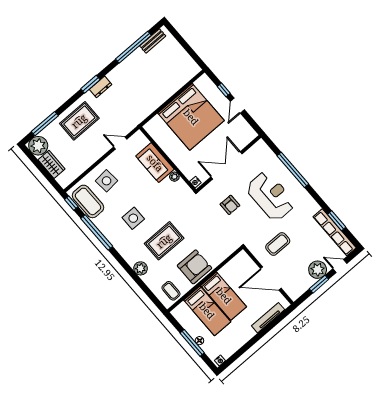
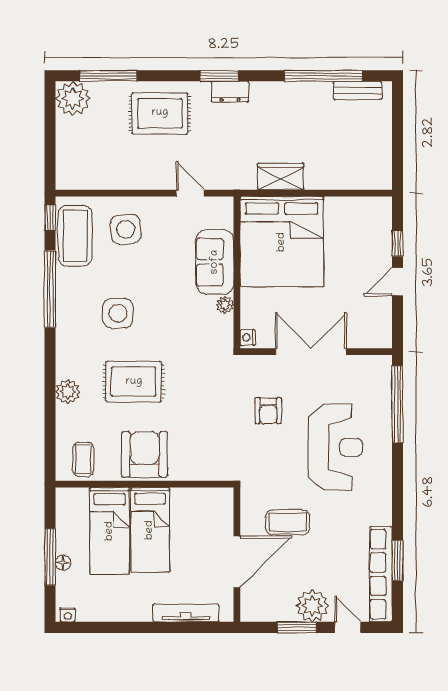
bed: (191, 117) -> (282, 242), moved
wardrobe: (52, 164) -> (281, 176), moved, turned -90
window: (293, 170) -> (398, 404), moved
armchair: (194, 267) -> (145, 454), turned -90
door: (271, 278) -> (237, 562), swing flipped

